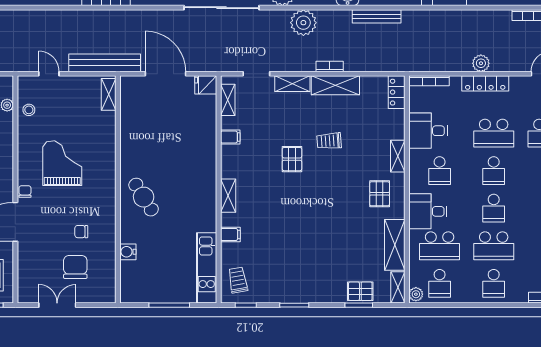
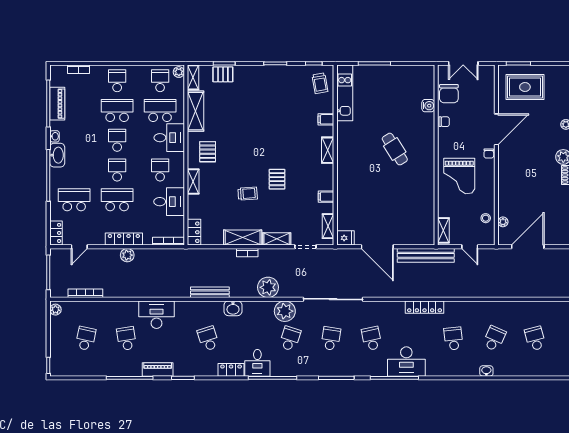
shelving: (109, 94) -> (443, 230), moved
wall: (118, 189) -> (436, 155), moved
water cooler: (128, 252) -> (428, 106), moved

